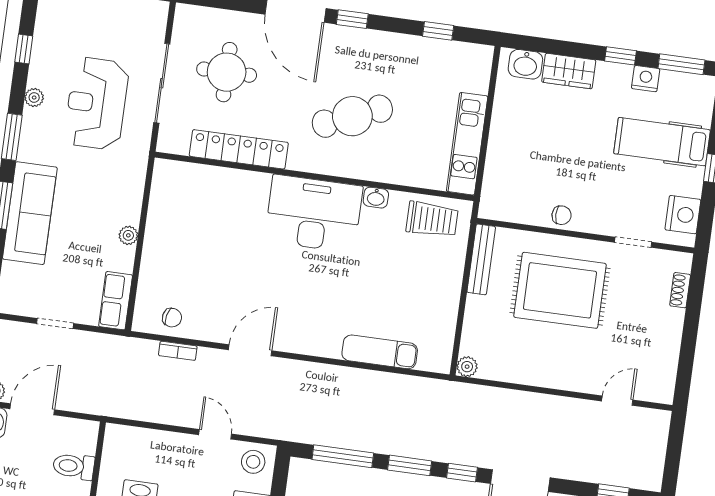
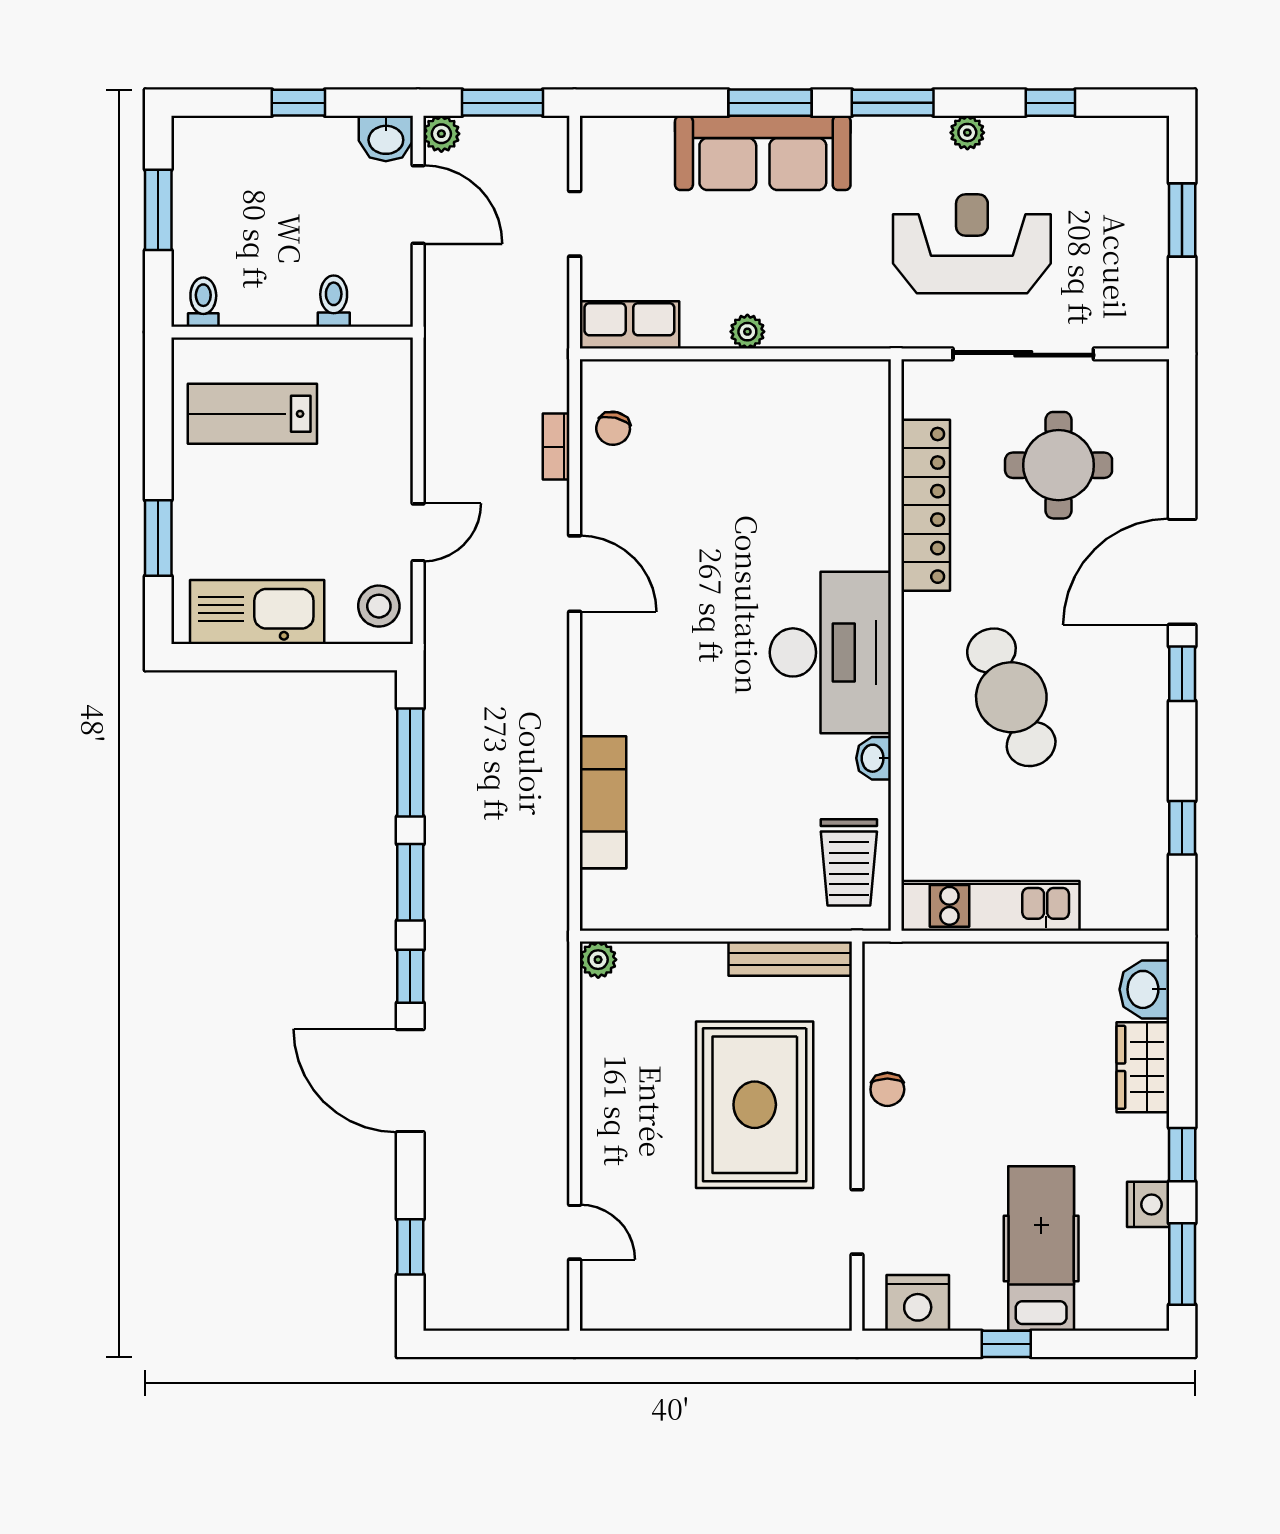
shoe rack: (680, 290) -> (784, 1316), removed
toilet: (74, 466) -> (334, 301), width x0.73, depth x0.72

